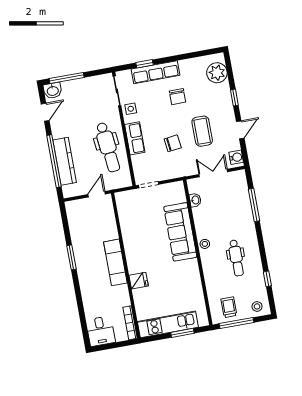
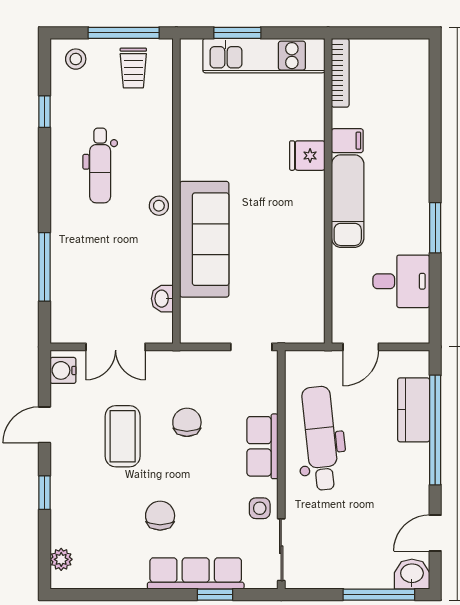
plant: (217, 73) -> (61, 559), width x0.53, depth x0.53
chair: (173, 143) -> (187, 422), turned 97
kitchen counter: (65, 161) -> (414, 410), width x0.67
dental chair: (236, 258) -> (100, 166), turned 180
filing cabinet: (121, 291) -> (347, 141), added
desk: (101, 331) -> (401, 281), moved, turned 90

